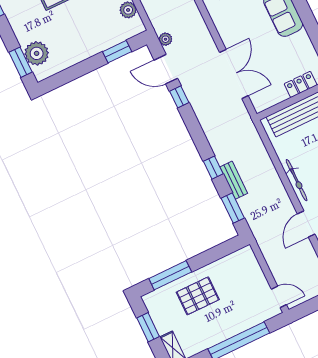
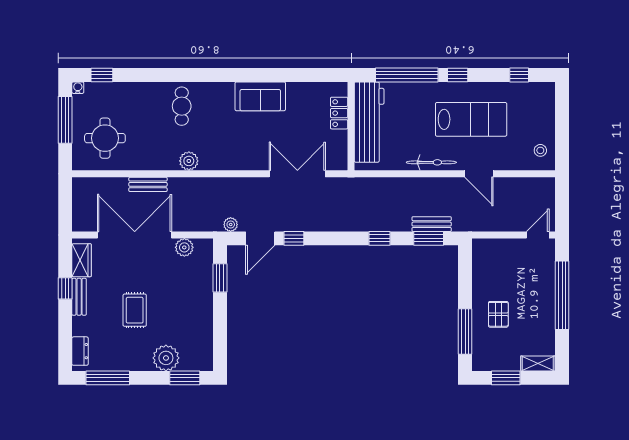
plant: (37, 53) -> (166, 358), moved
bench: (234, 180) -> (432, 224), moved
pallet: (198, 296) -> (498, 314), width x0.67, depth x0.71

